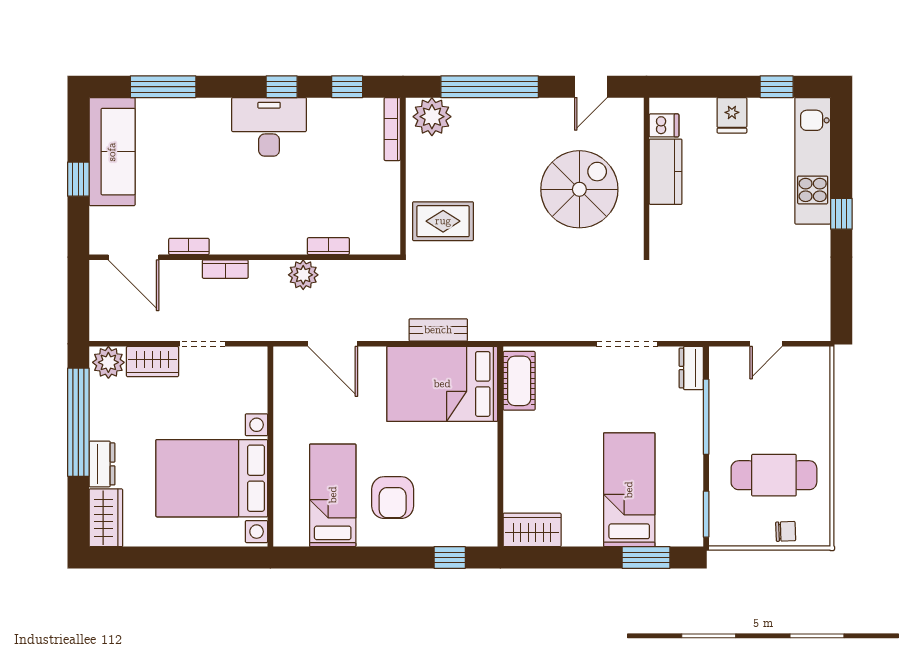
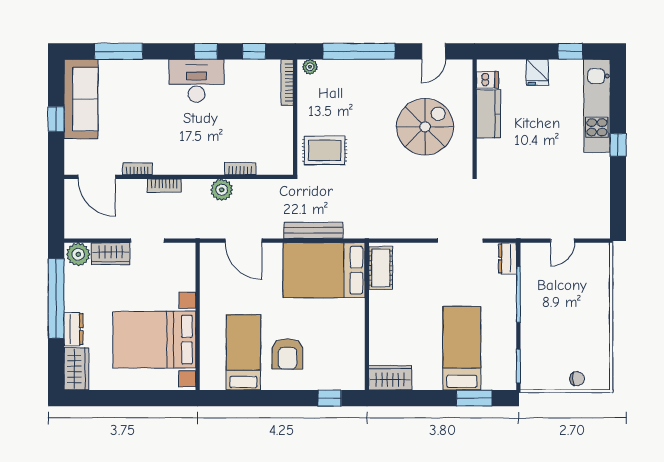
plant: (432, 117) -> (310, 67), width x0.53, depth x0.53
bench: (438, 330) -> (313, 230), width x1.36
cafe table: (774, 475) -> (568, 337), removed

